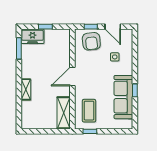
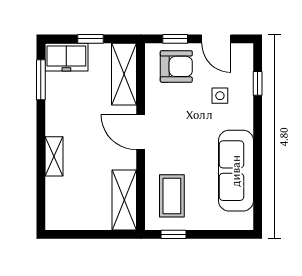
armchair: (91, 41) -> (176, 66), turned -84
shelving: (63, 45) -> (124, 74), added
door: (72, 77) -> (141, 132), hinge flipped
window: (135, 90) -> (258, 83), moved

